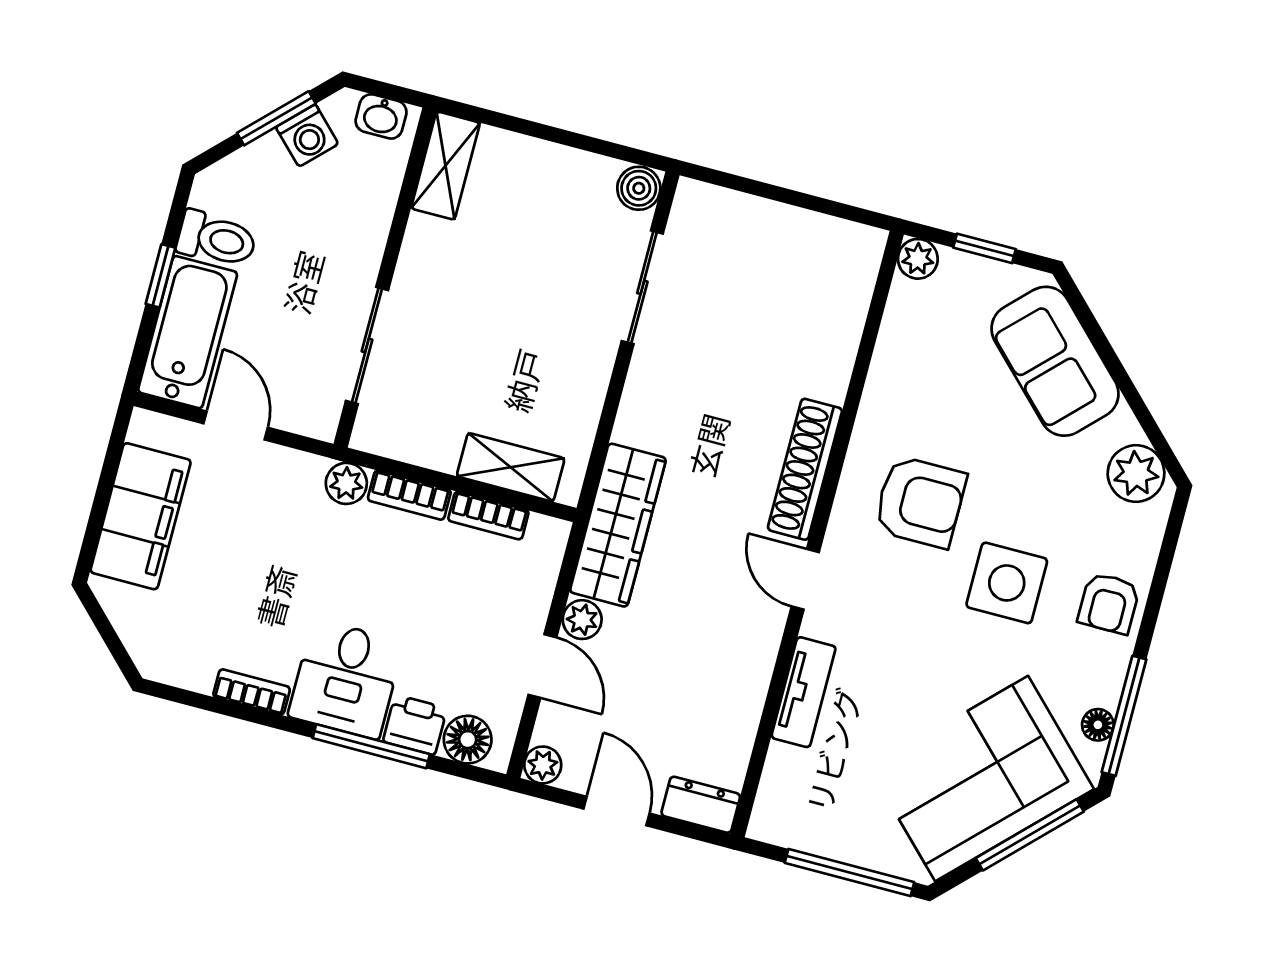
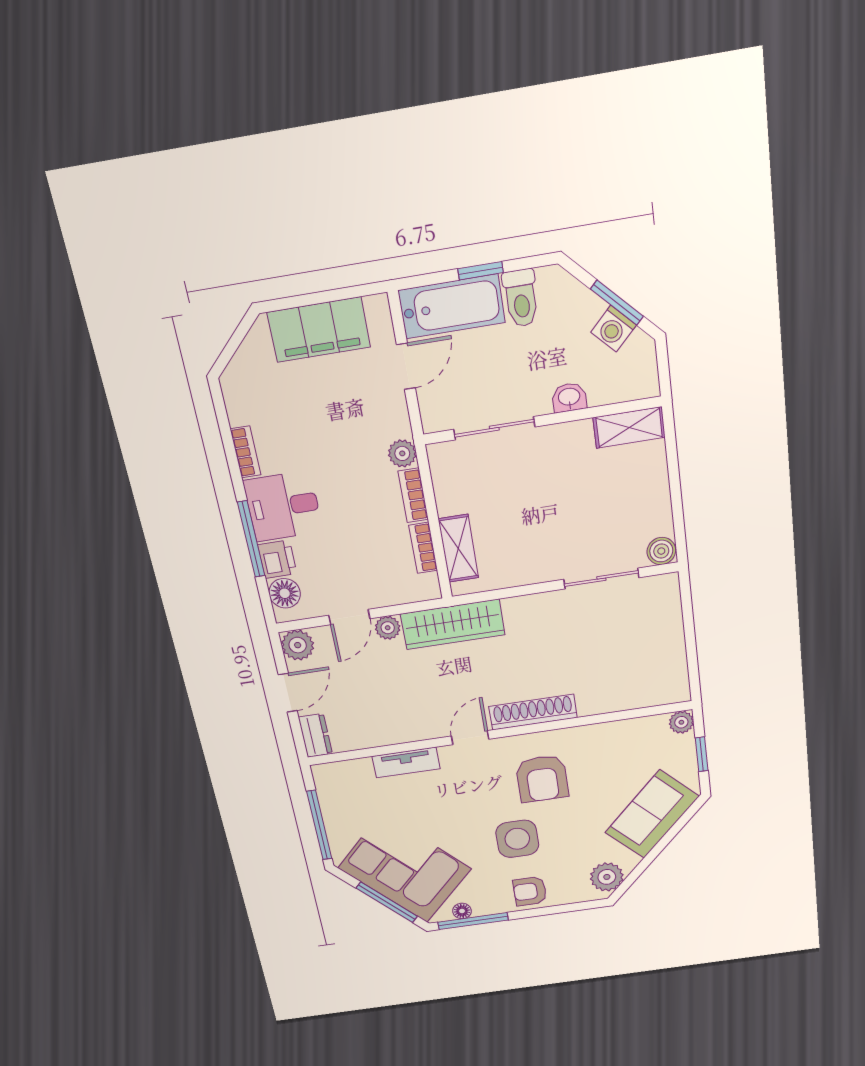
washbasin: (381, 116) -> (569, 397), moved, turned 90
plant: (543, 765) -> (298, 645), width x1.38, depth x1.38

